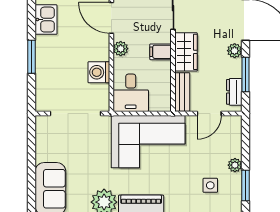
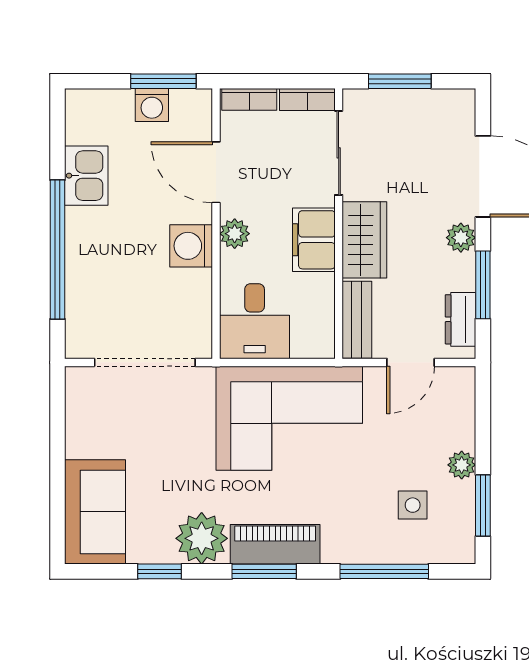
filing cabinet: (161, 52) -> (314, 240), width x2.00
window: (32, 57) -> (58, 250), width x2.11
washing machine: (99, 72) -> (191, 246), moved

